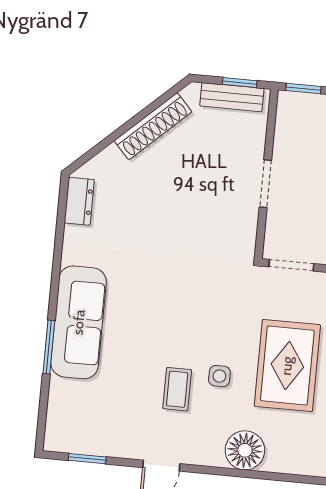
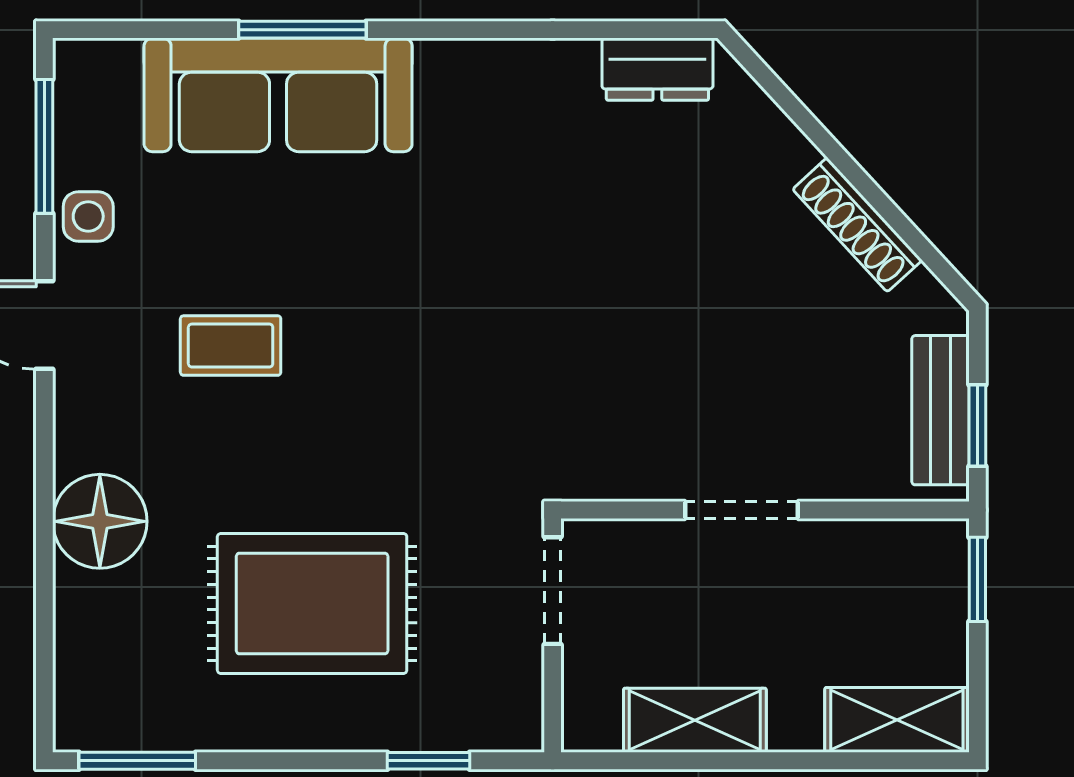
shoe rack: (153, 126) -> (857, 225), width x0.74, depth x0.81
sofa: (79, 322) -> (278, 95), moved
side table: (219, 376) -> (88, 216), moved
window: (87, 459) -> (44, 146), width x1.50

